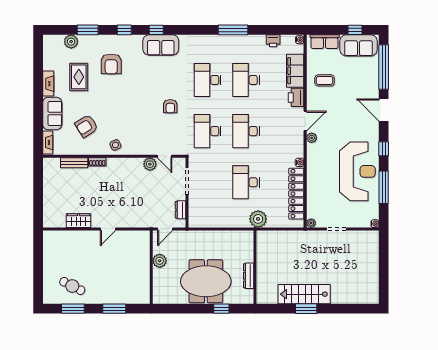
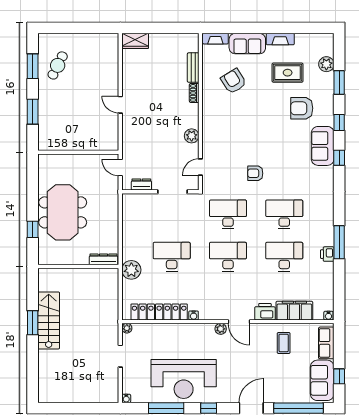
printer: (273, 41) -> (327, 254), moved
sofa: (161, 45) -> (323, 146), moved
side table: (115, 145) -> (213, 113), removed
plant: (150, 164) -> (192, 136), moved
wardrobe: (78, 221) -> (135, 41), moved, turned 90
plant: (160, 261) -> (85, 162), removed
dresser: (249, 276) -> (103, 259), moved

